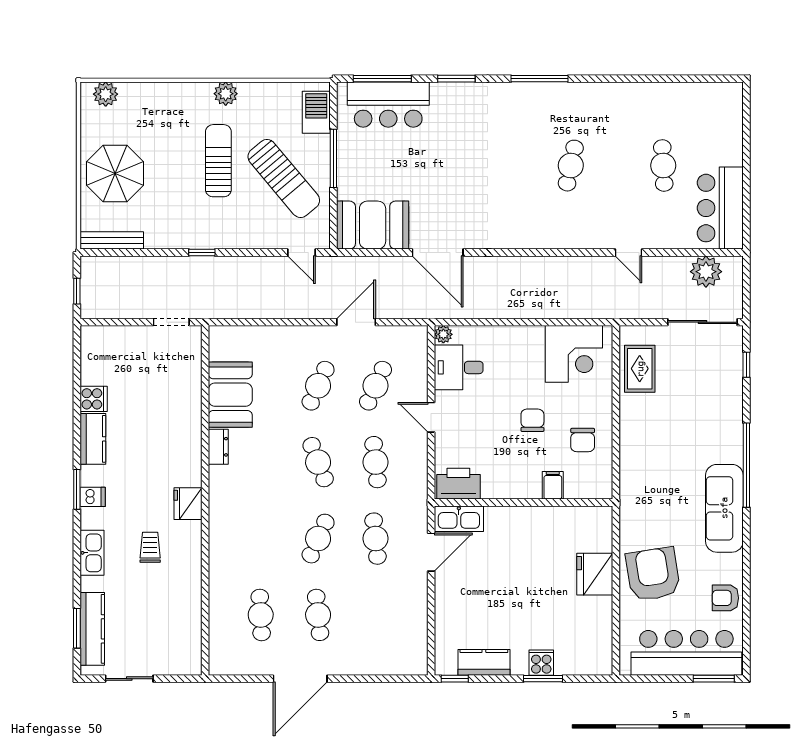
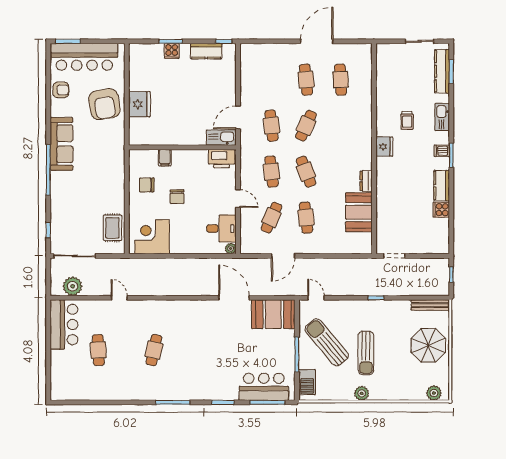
cafe table: (318, 386) -> (306, 218), turned -30
chair: (583, 440) -> (147, 185), turned -90

